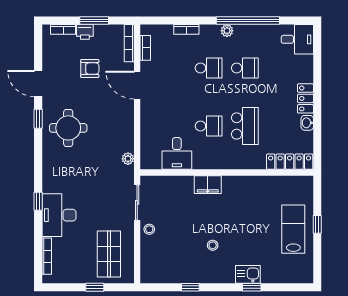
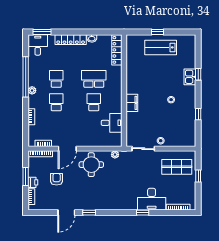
window: (317, 46) -> (42, 32), added
locker: (305, 98) -> (71, 40), width x1.53
round table: (68, 128) -> (91, 165), moved

